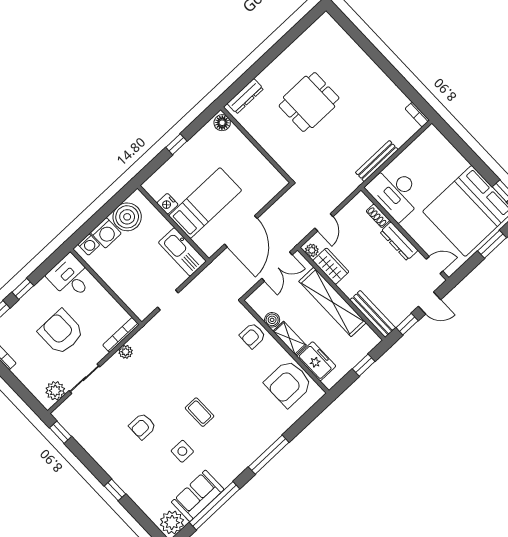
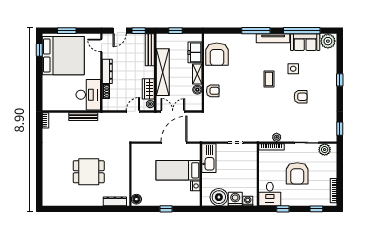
window: (23, 289) -> (283, 209), moved
door: (430, 303) -> (120, 31), swing flipped
armchair: (288, 383) -> (217, 54), turned 90
tv unit: (240, 465) -> (273, 38), added

